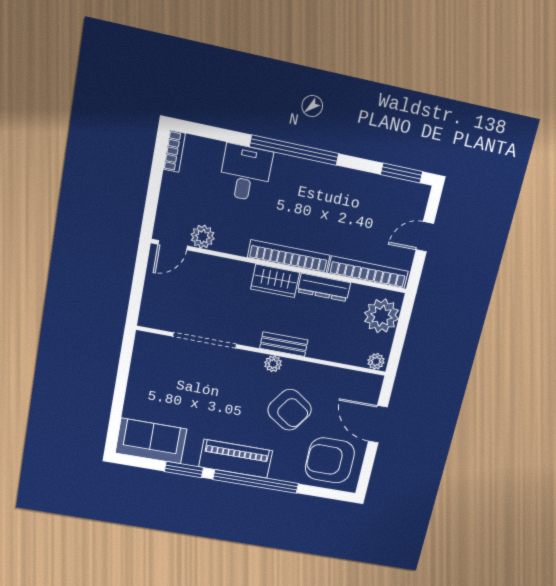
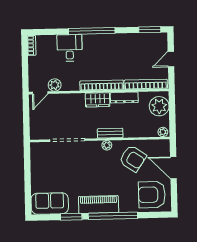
armchair: (290, 410) -> (133, 159), moved

